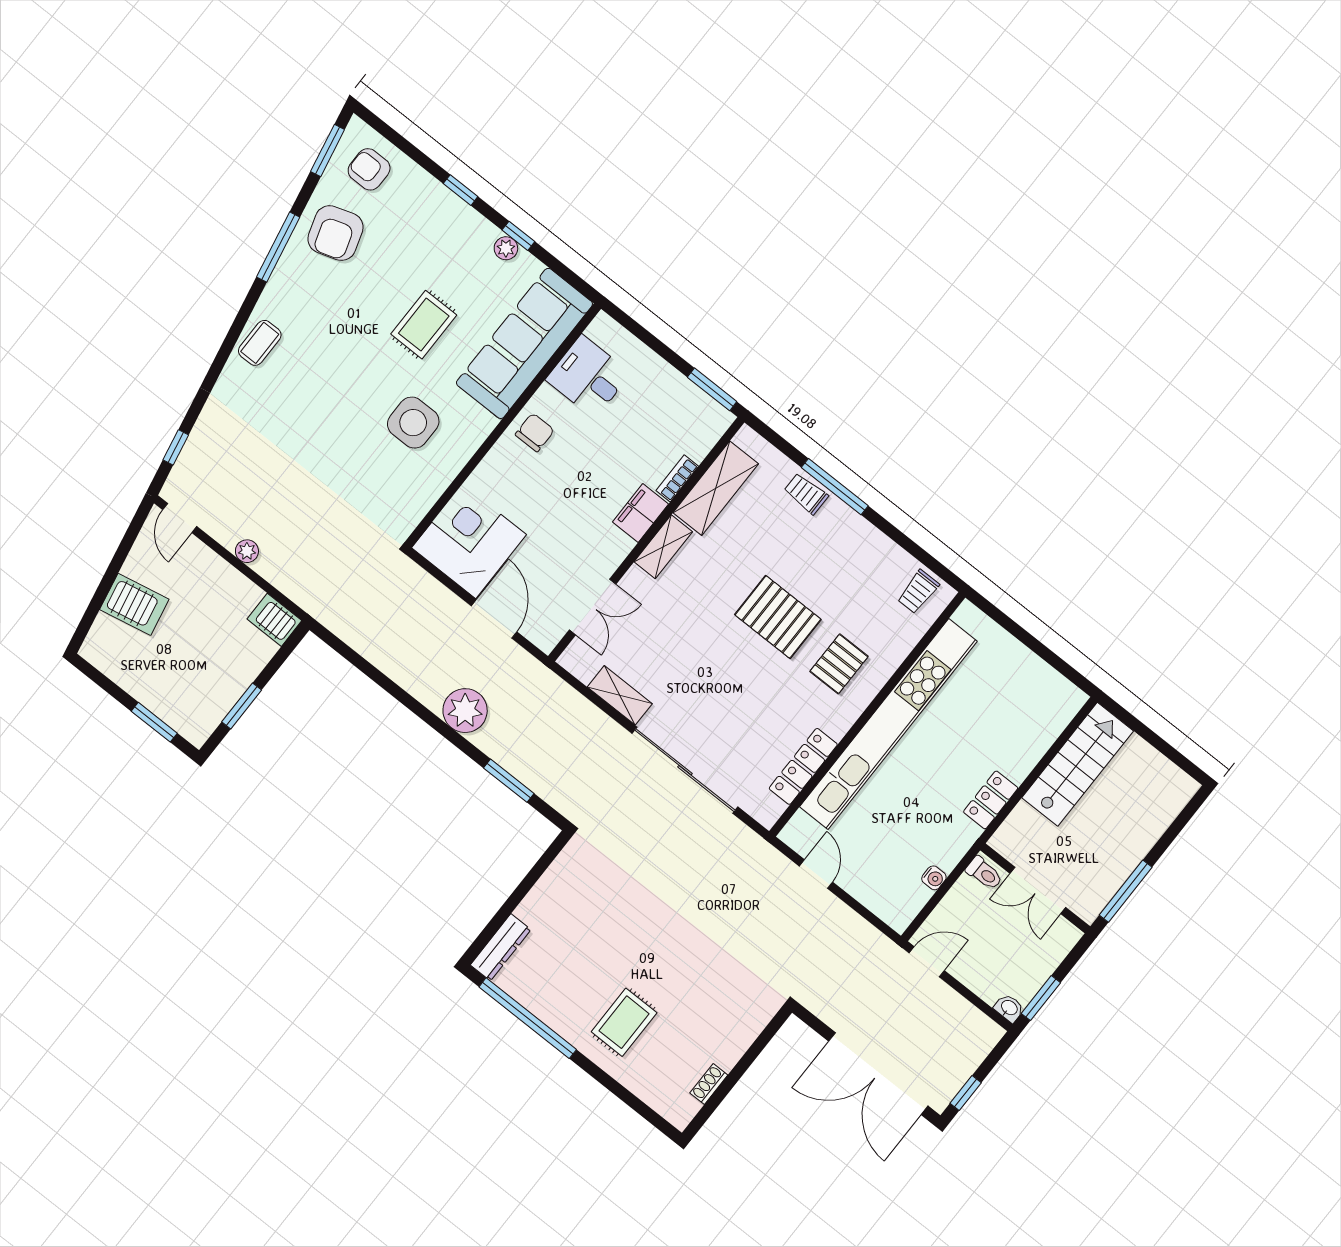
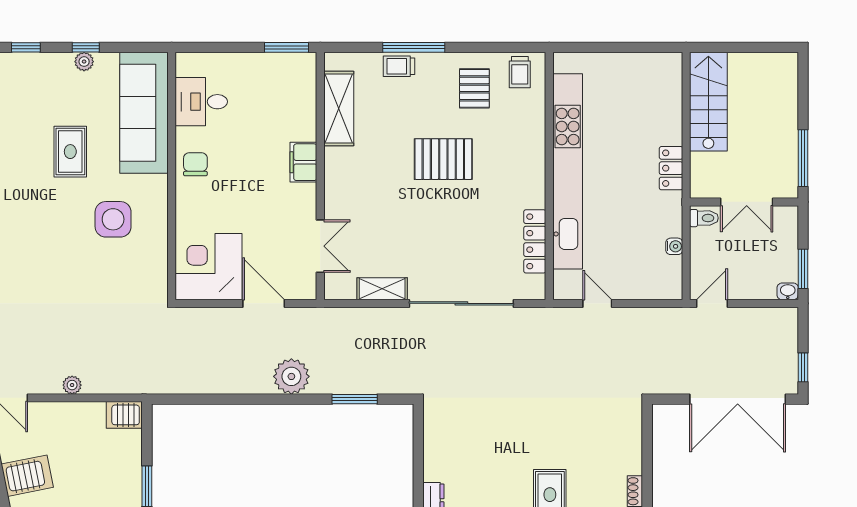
bookcase: (677, 478) -> (309, 122), removed
shelving: (663, 547) -> (335, 172), removed
pallet: (839, 664) -> (474, 88), moved

